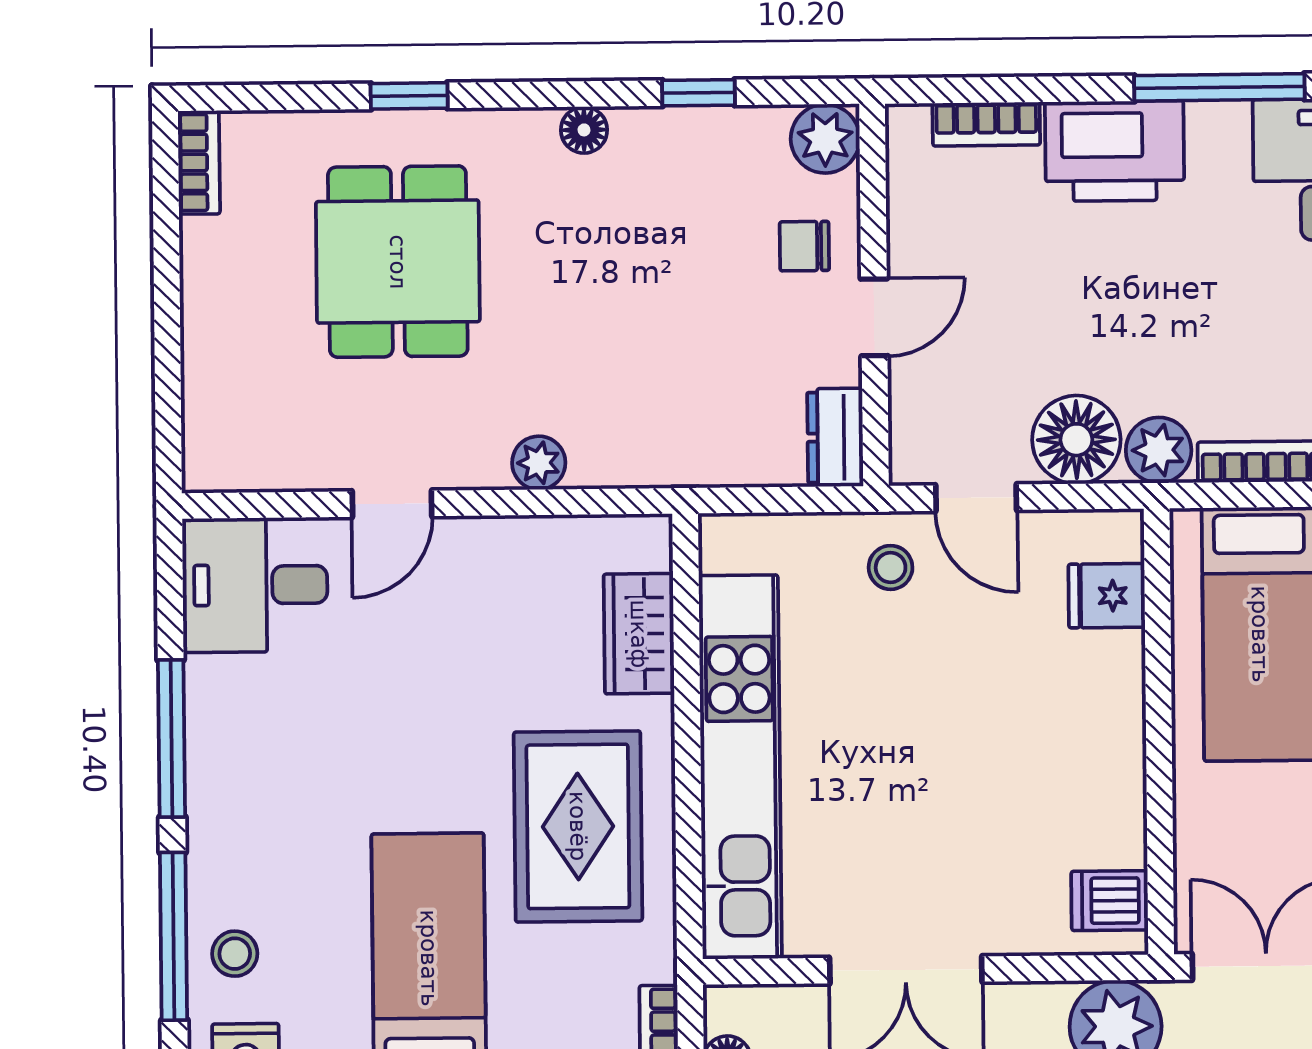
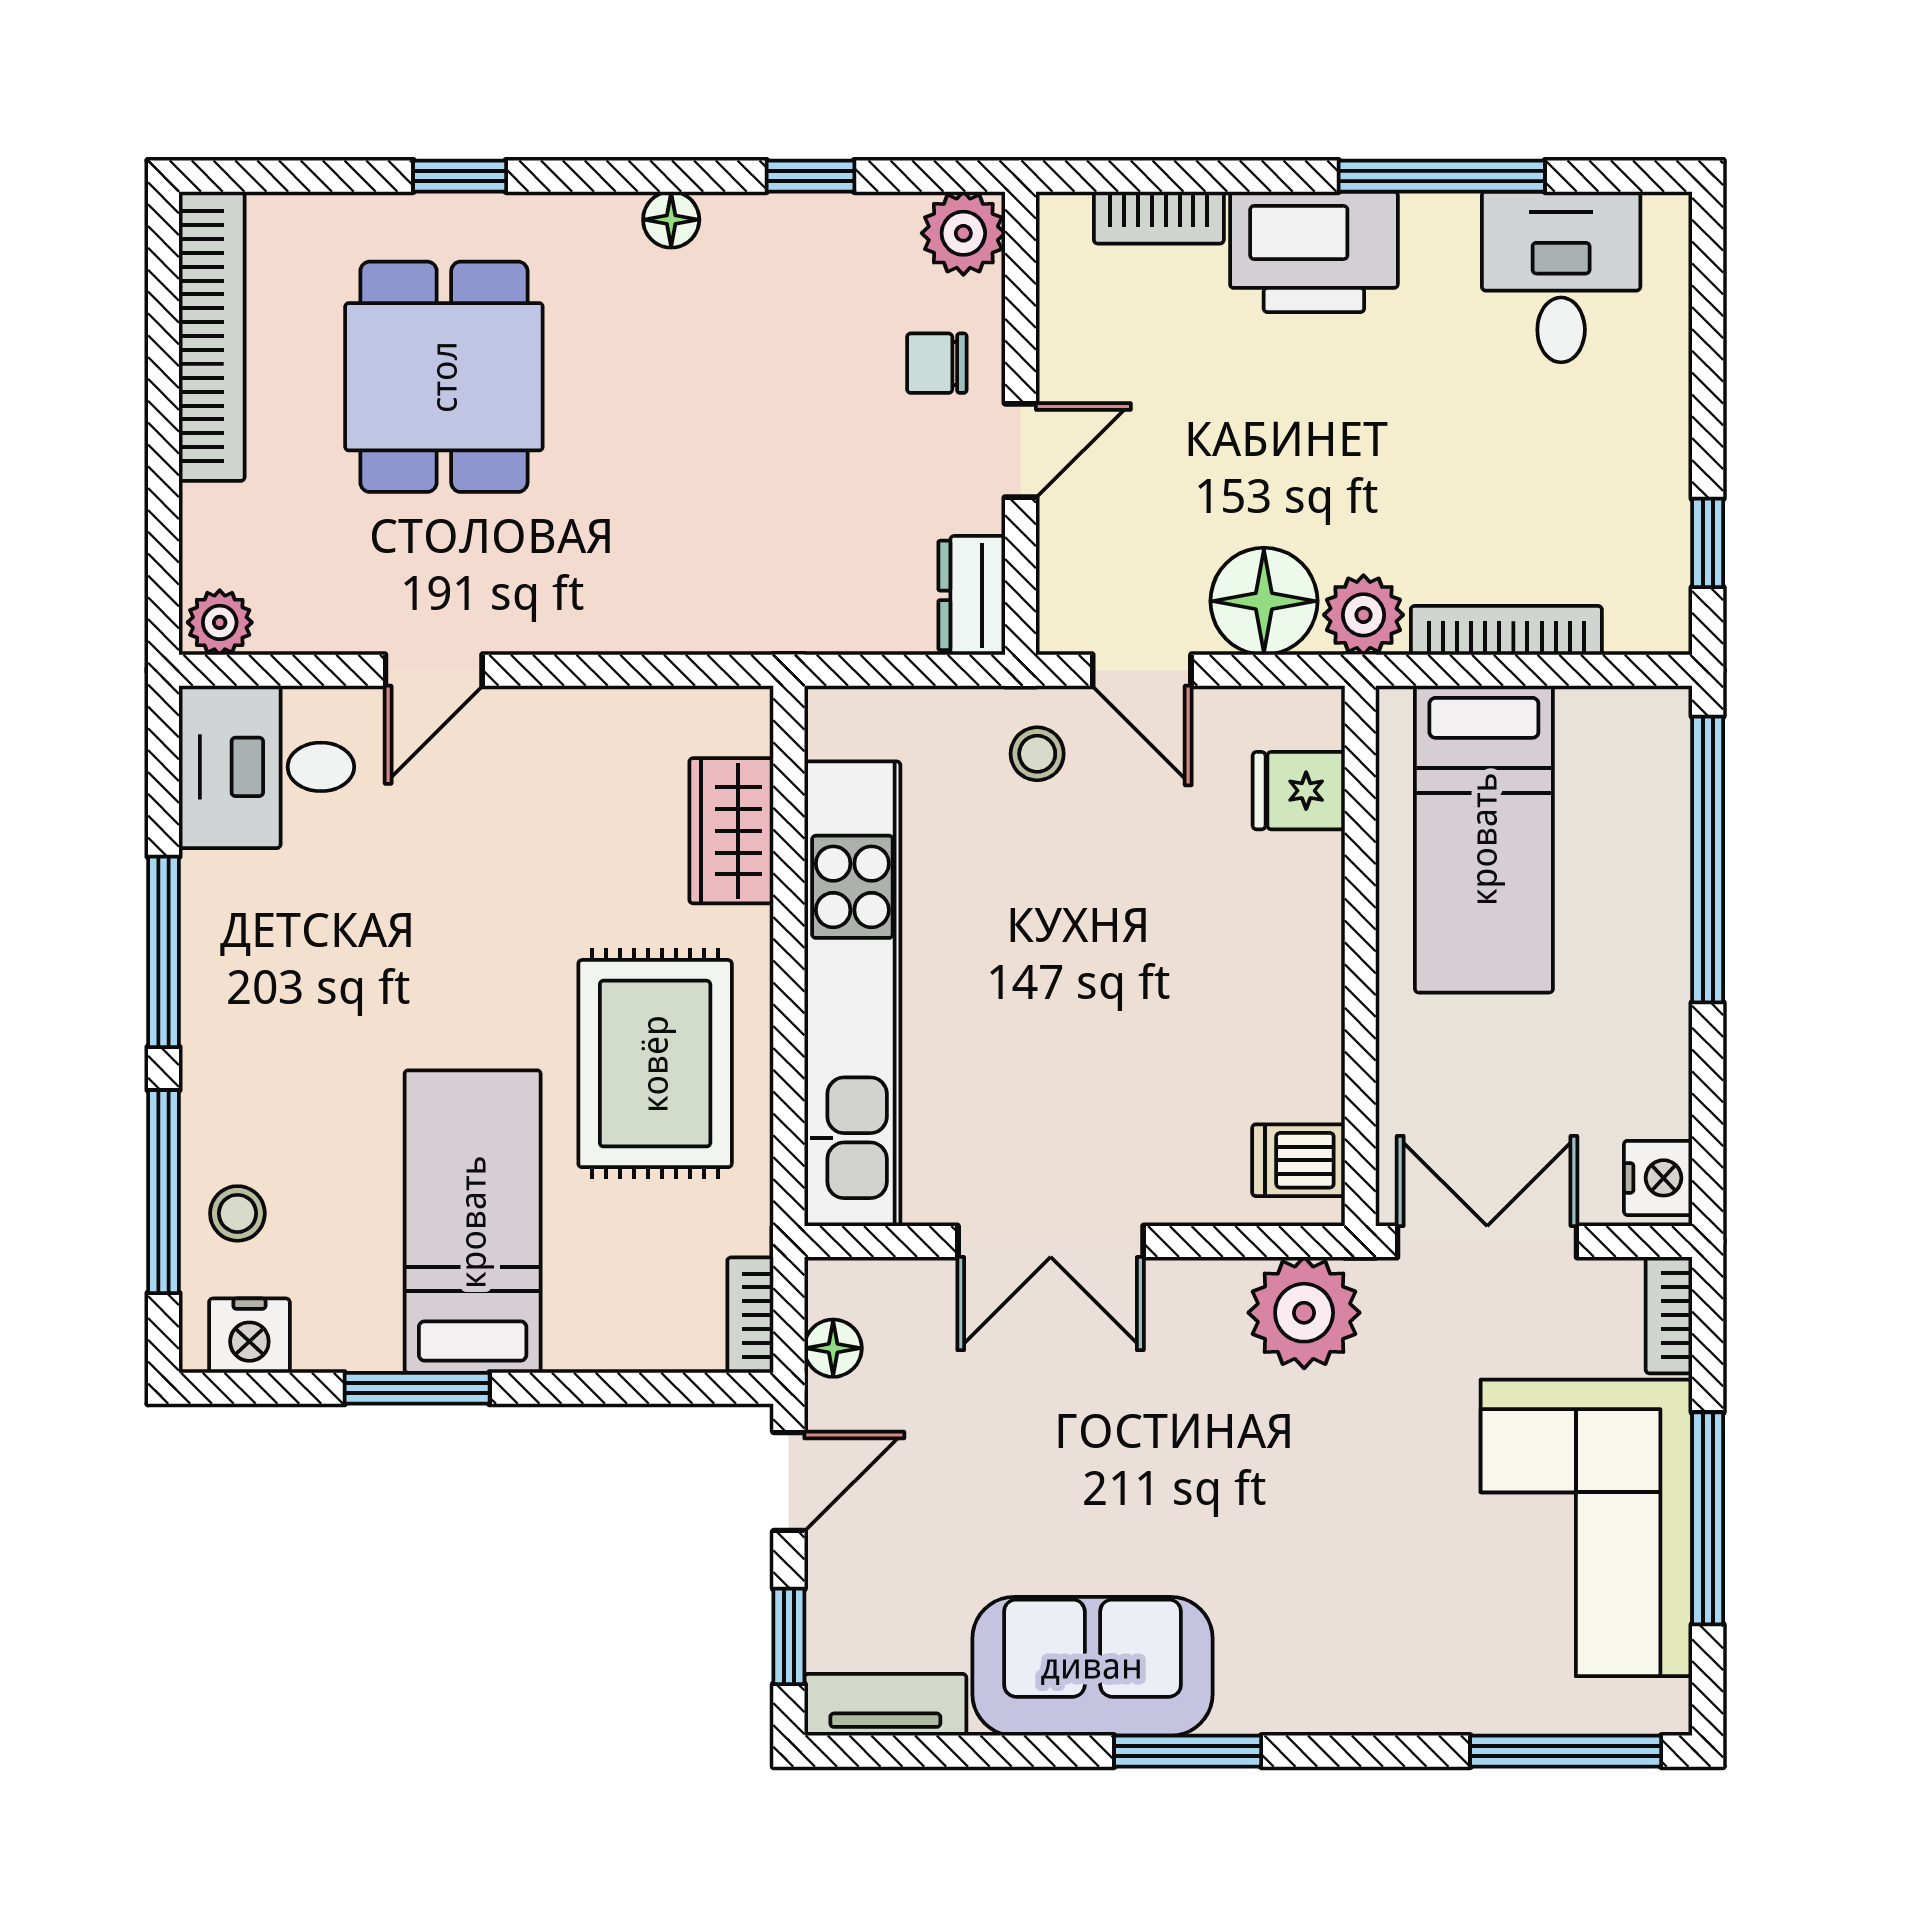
bookcase: (199, 162) -> (212, 336), width x2.31, depth x1.31
plant: (539, 463) -> (220, 622), moved

